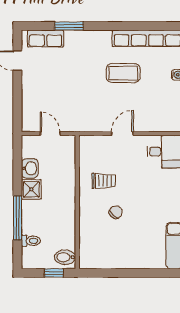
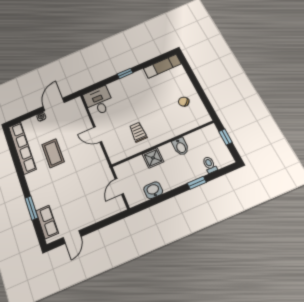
shower: (31, 189) -> (153, 158), moved
chair: (116, 212) -> (184, 102), moved
window: (17, 218) -> (197, 183), width x0.46
bidet: (65, 257) -> (181, 147), moved

